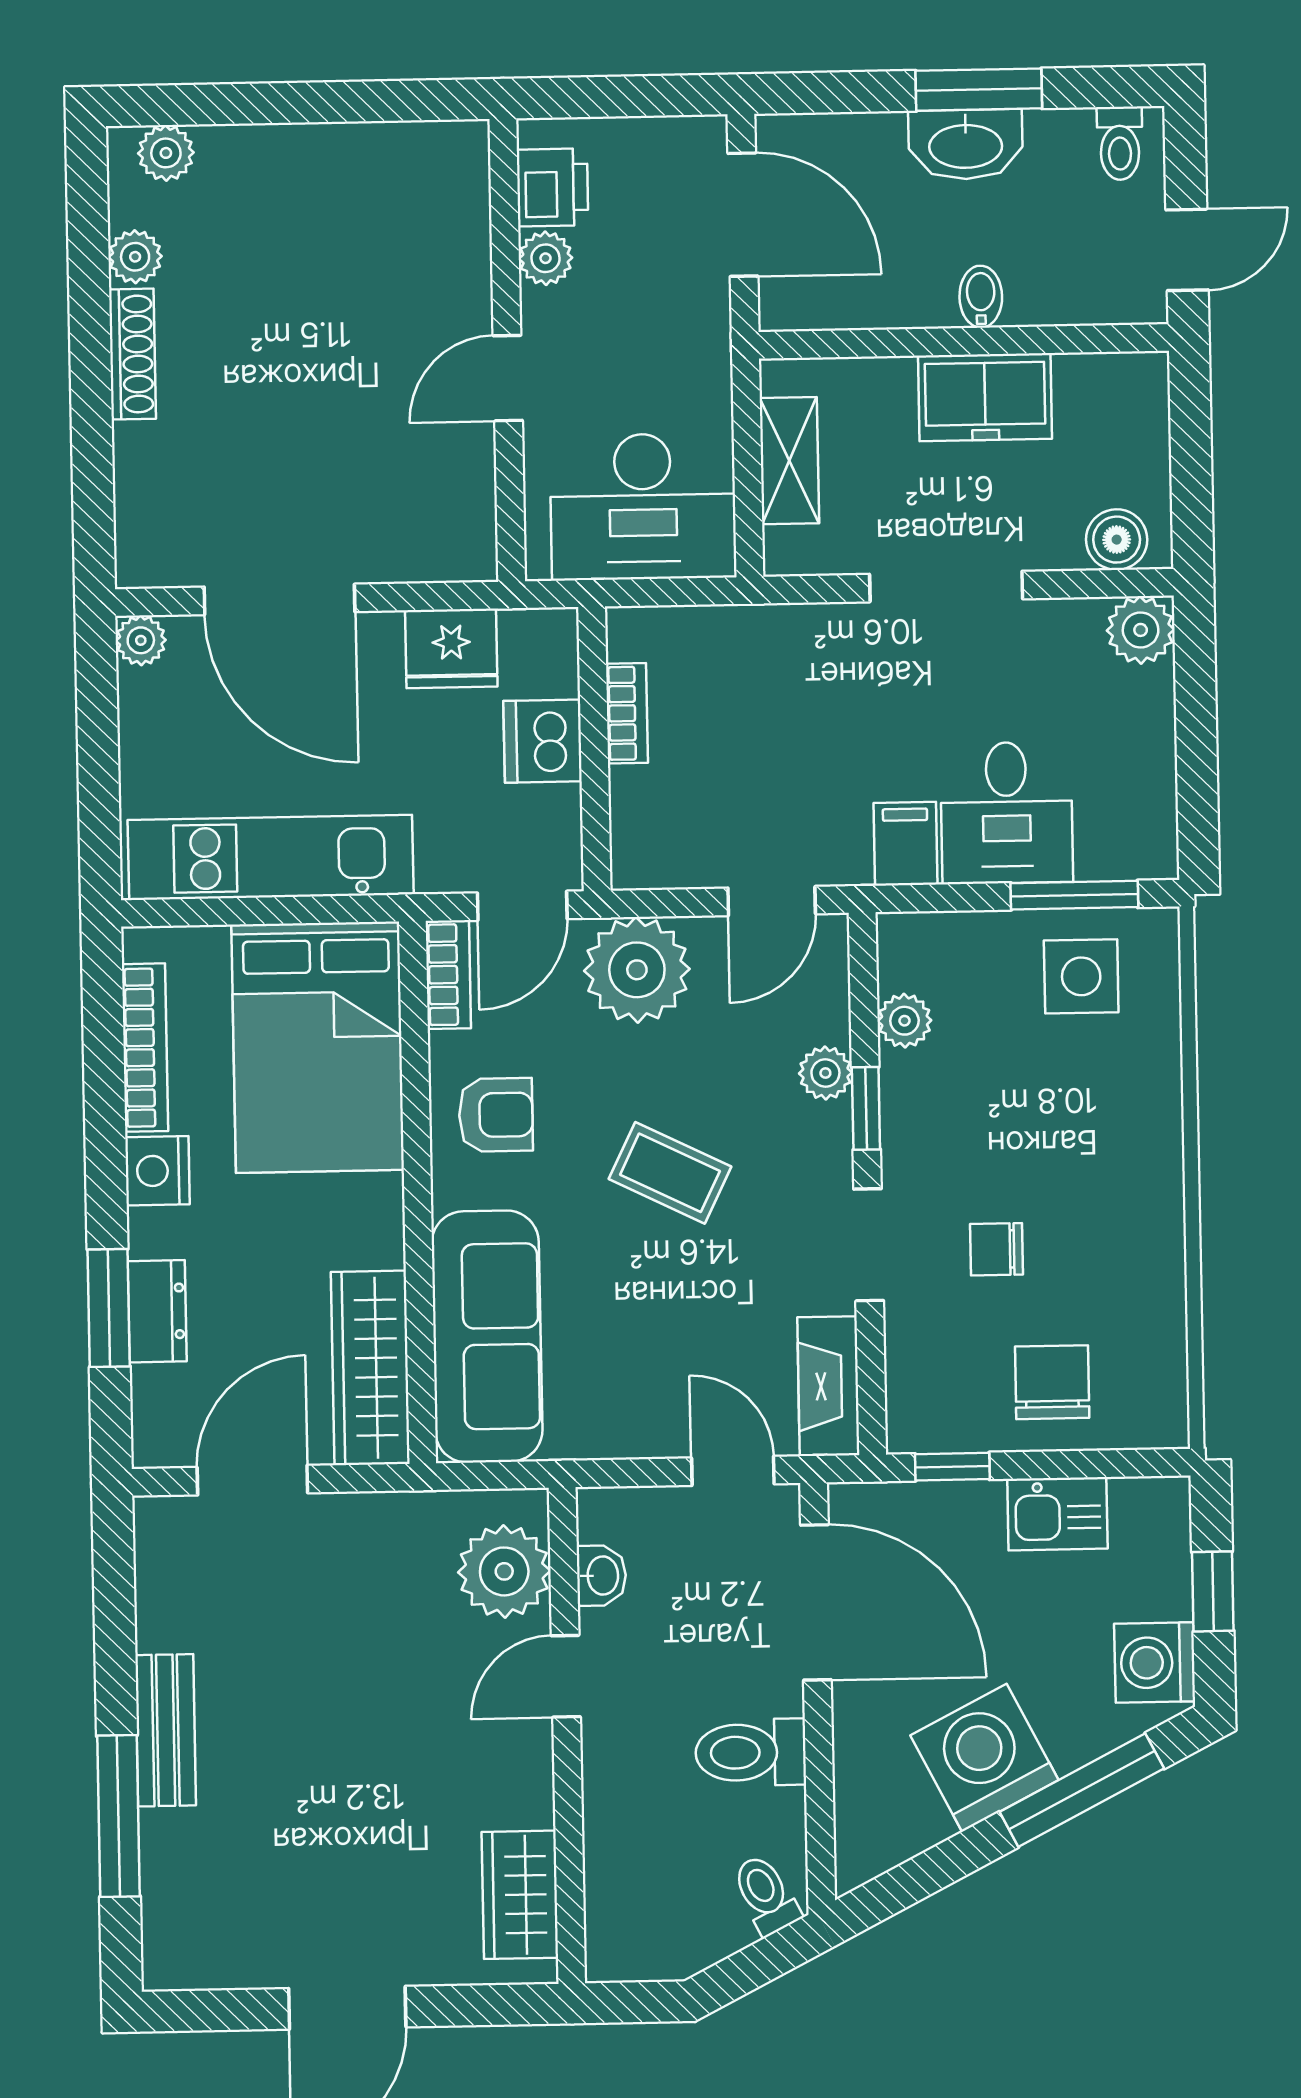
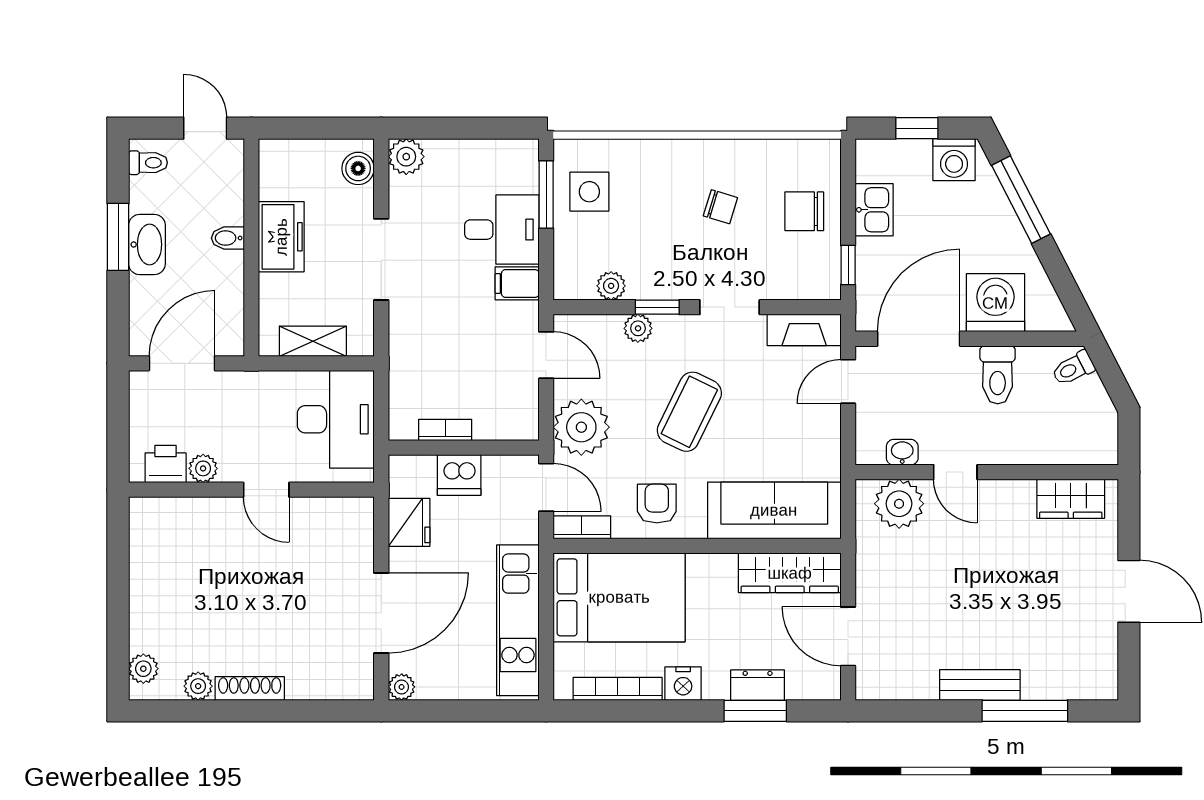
coffee table: (670, 1173) -> (689, 412), width x1.36, depth x1.30
chair: (996, 1249) -> (720, 207), moved, turned -73
washing machine: (984, 1758) -> (995, 303), moved, turned 117

